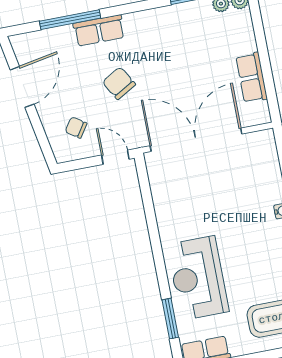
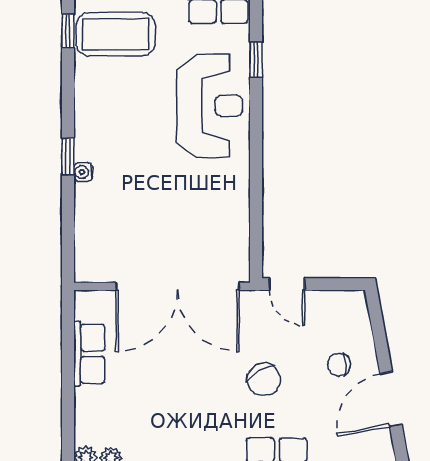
chair: (76, 128) -> (339, 365), moved, turned 146
window: (170, 319) -> (256, 60), width x0.67

